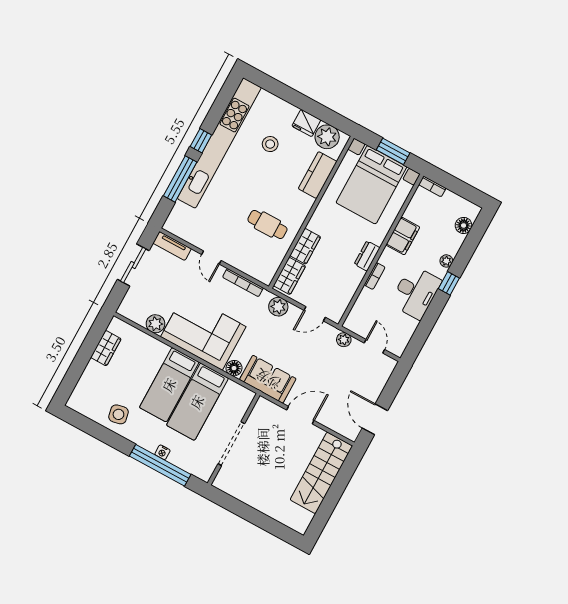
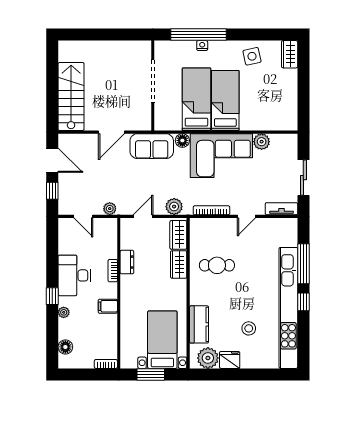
bed with nightstands: (371, 185) -> (162, 340), width x0.73
filing cabinet: (403, 236) -> (108, 306), width x0.50
dresser: (367, 256) -> (127, 262), moved
door: (211, 257) -> (246, 216), swing flipped
wardrobe: (106, 348) -> (290, 54), moved
window: (391, 389) -> (52, 191), added

